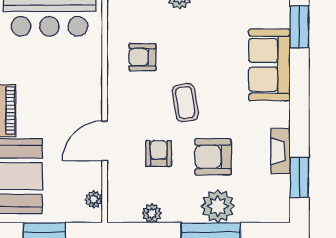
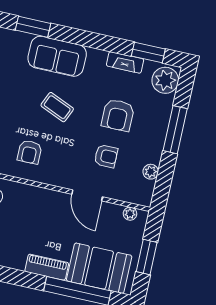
coffee table: (185, 103) -> (57, 107), moved, turned 32
armchair: (159, 153) -> (106, 156), turned 180
plant: (218, 206) -> (165, 80), moved

